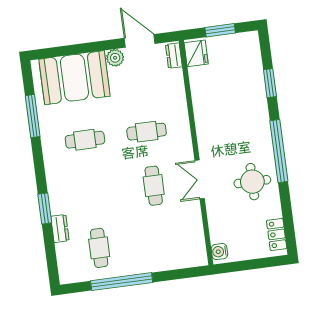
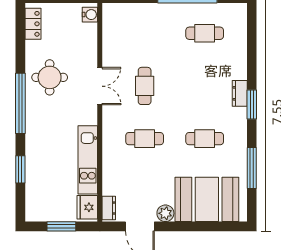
kitchen unit: (202, 102) -> (88, 160), added
window: (45, 208) -> (252, 105), moved
dresser: (60, 228) -> (240, 93), moved
cafe table: (99, 248) -> (205, 33), turned 90

